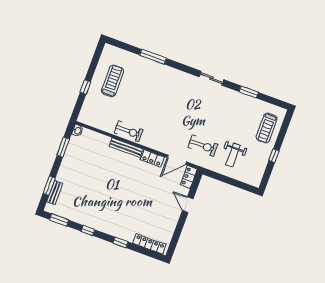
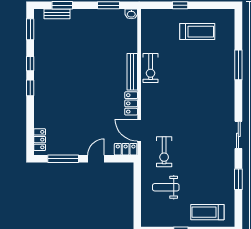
window: (178, 232) -> (63, 159), added
window: (120, 242) -> (30, 88), moved
locker: (149, 244) -> (40, 140), width x0.66

